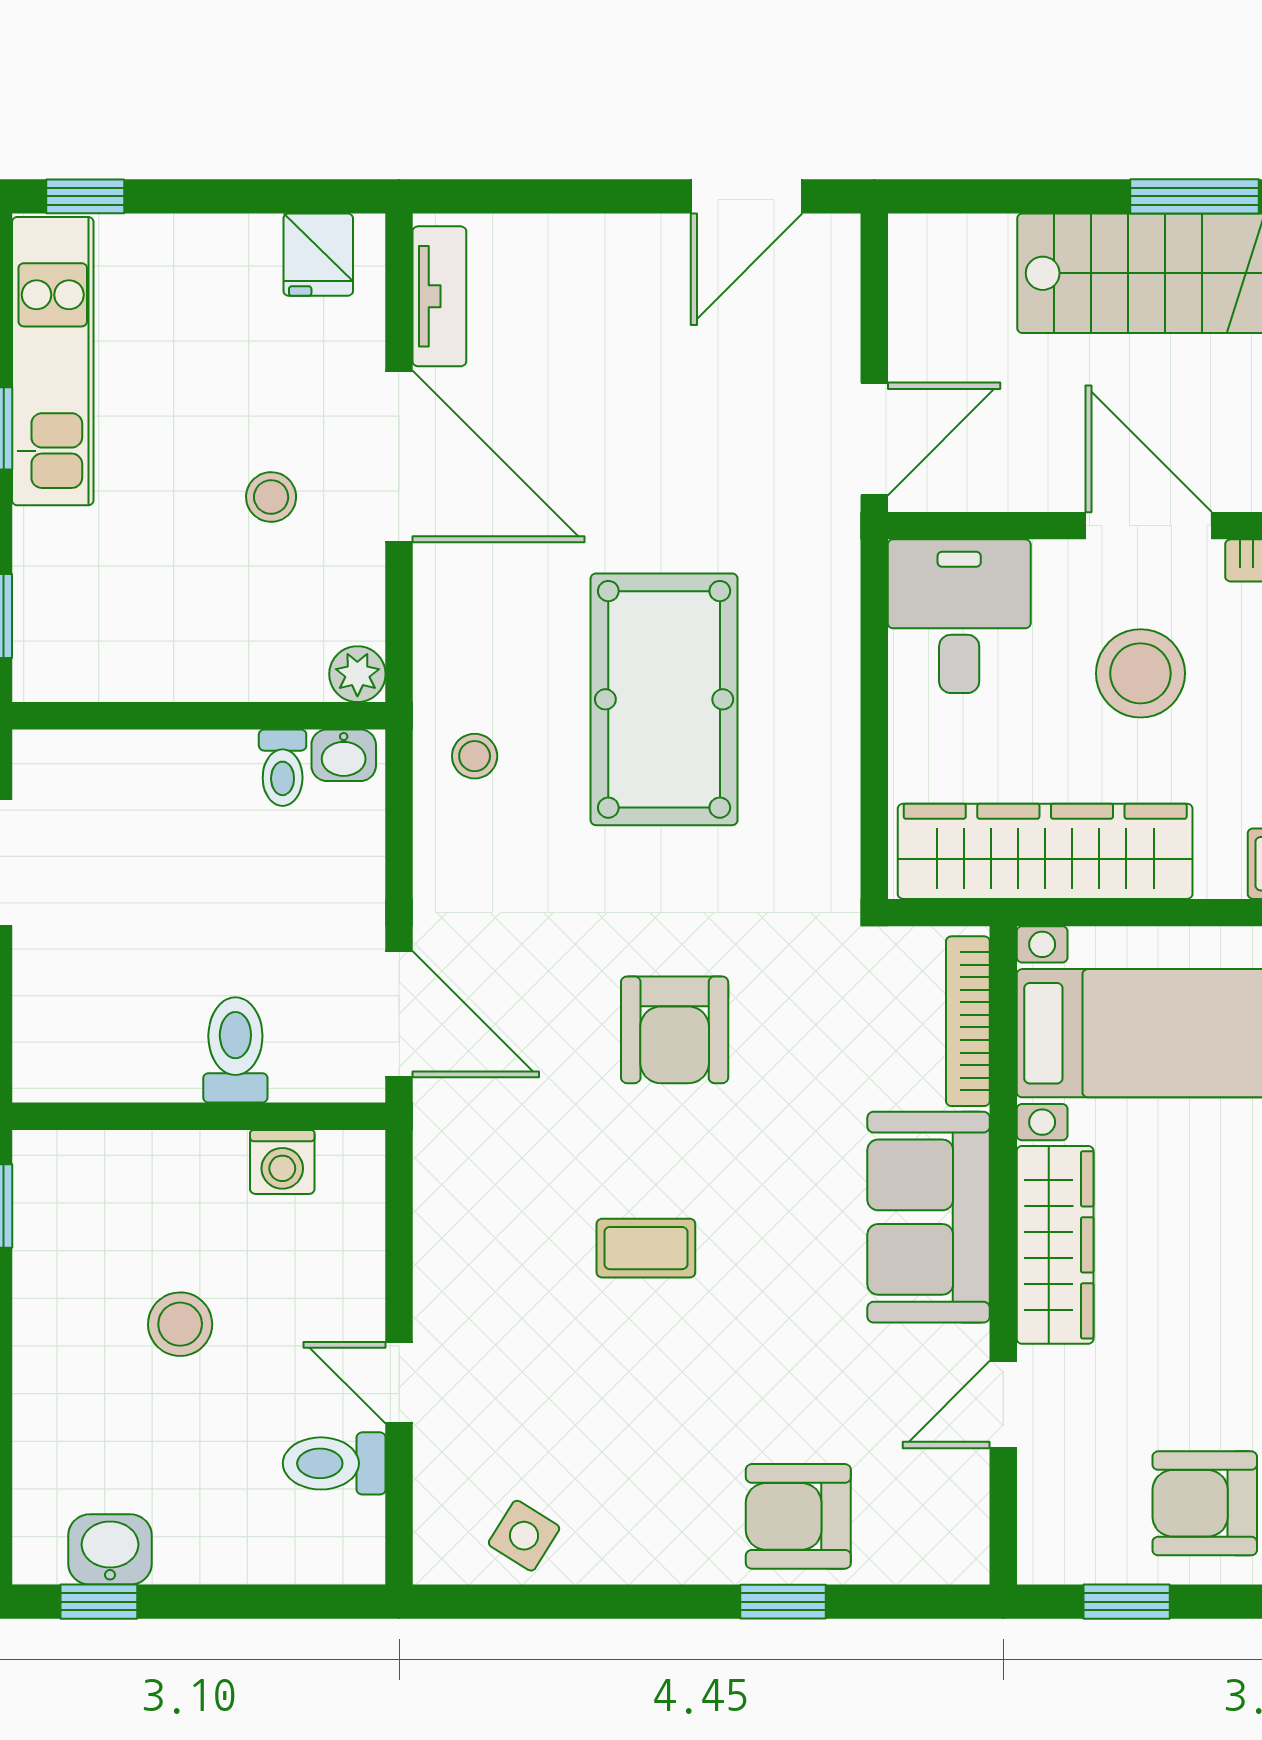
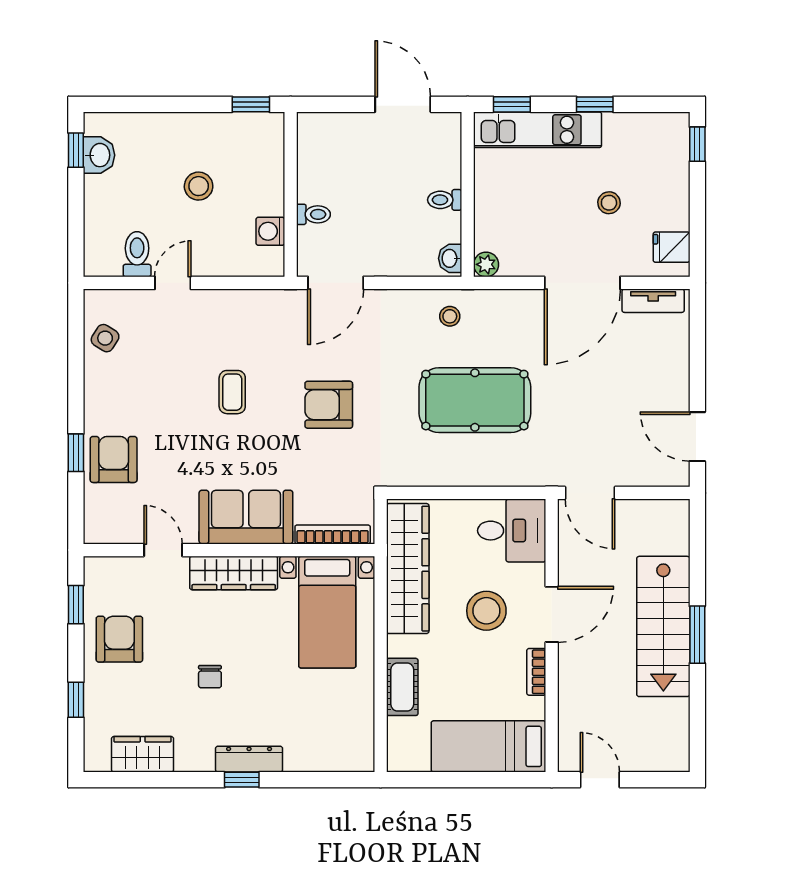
kitchen unit: (53, 361) -> (538, 130), moved
stool: (271, 497) -> (609, 203), moved
toilet: (283, 768) -> (445, 200), moved
toilet: (235, 1050) -> (313, 214), width x0.73, depth x0.72

